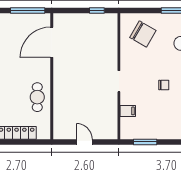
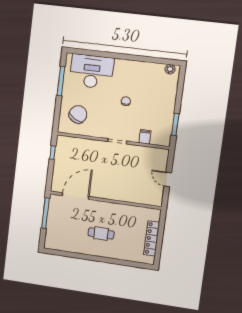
door: (52, 42) -> (76, 196), swing flipped
cafe table: (37, 97) -> (101, 233), moved
door: (84, 142) -> (168, 179), hinge flipped

